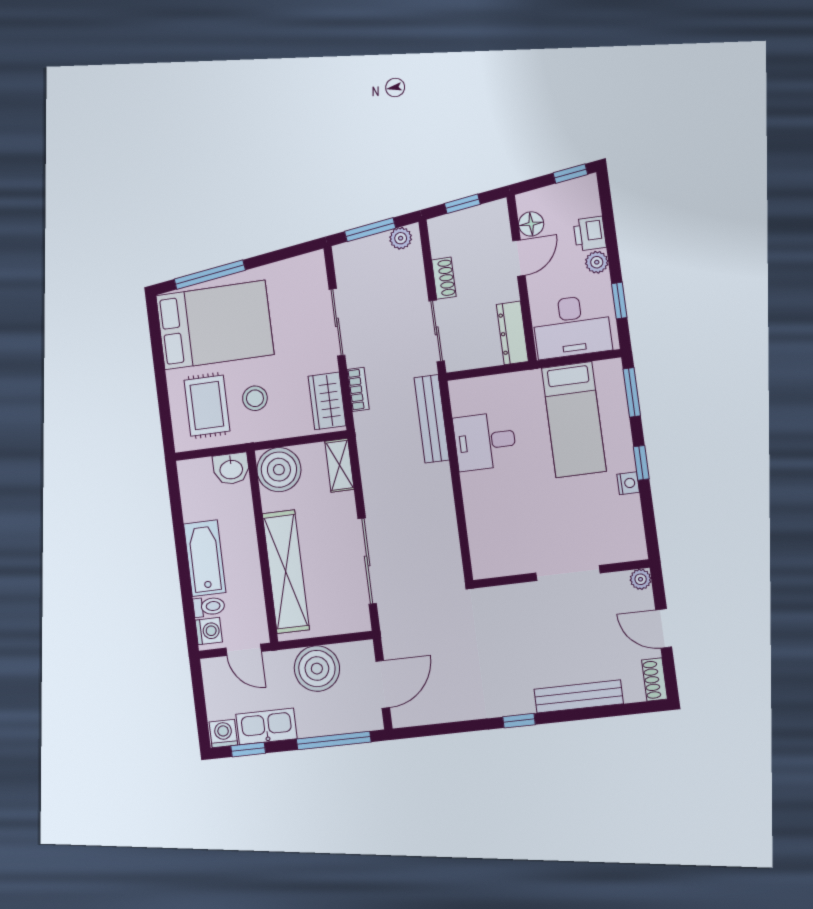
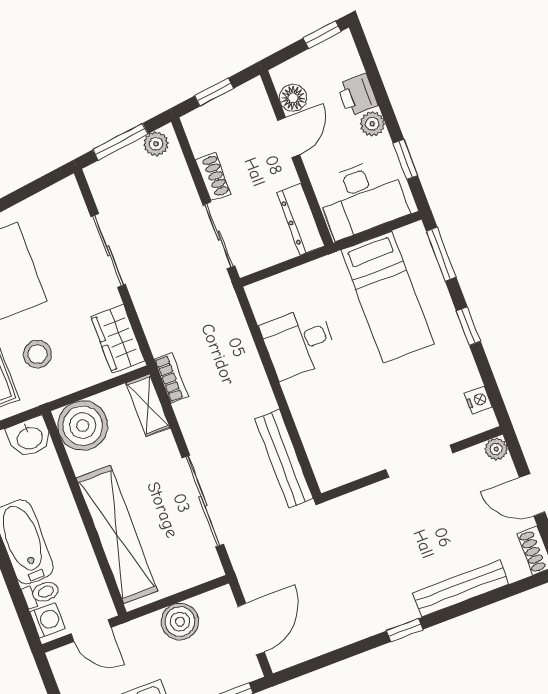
bookcase: (358, 389) -> (171, 378), moved
bench: (432, 419) -> (284, 459), moved
nightstand: (628, 483) -> (478, 400), moved
boiler: (317, 669) -> (180, 622), width x0.73, depth x0.73

